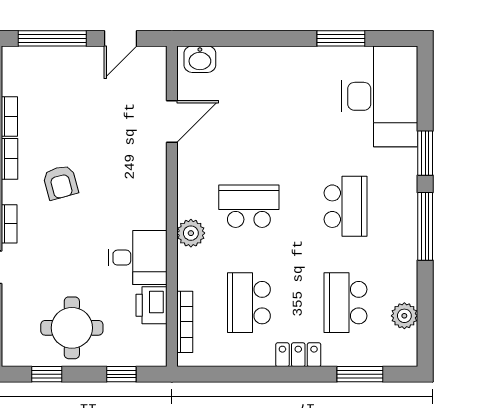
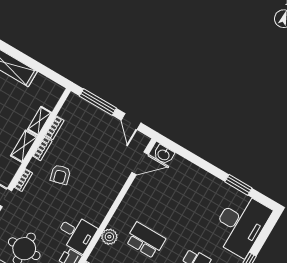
door: (121, 38) -> (131, 122), hinge flipped
door: (172, 121) -> (140, 163), moved

